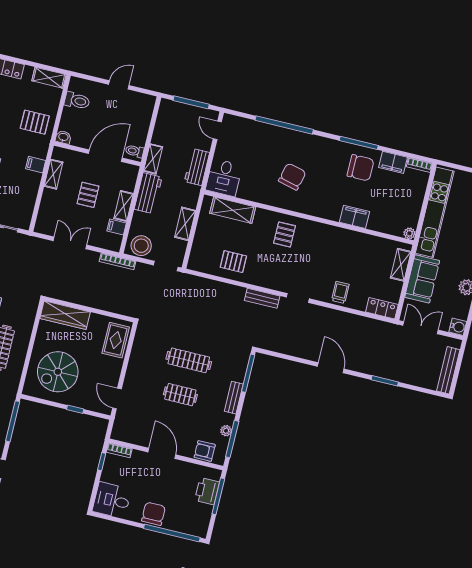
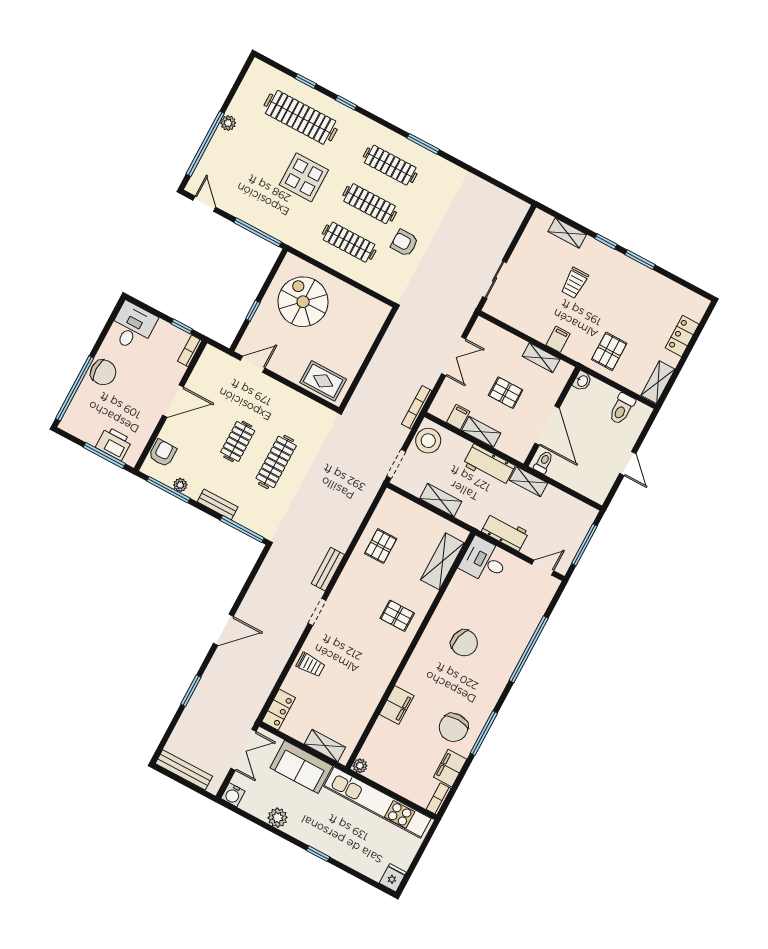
wardrobe: (65, 315) -> (369, 328), removed

